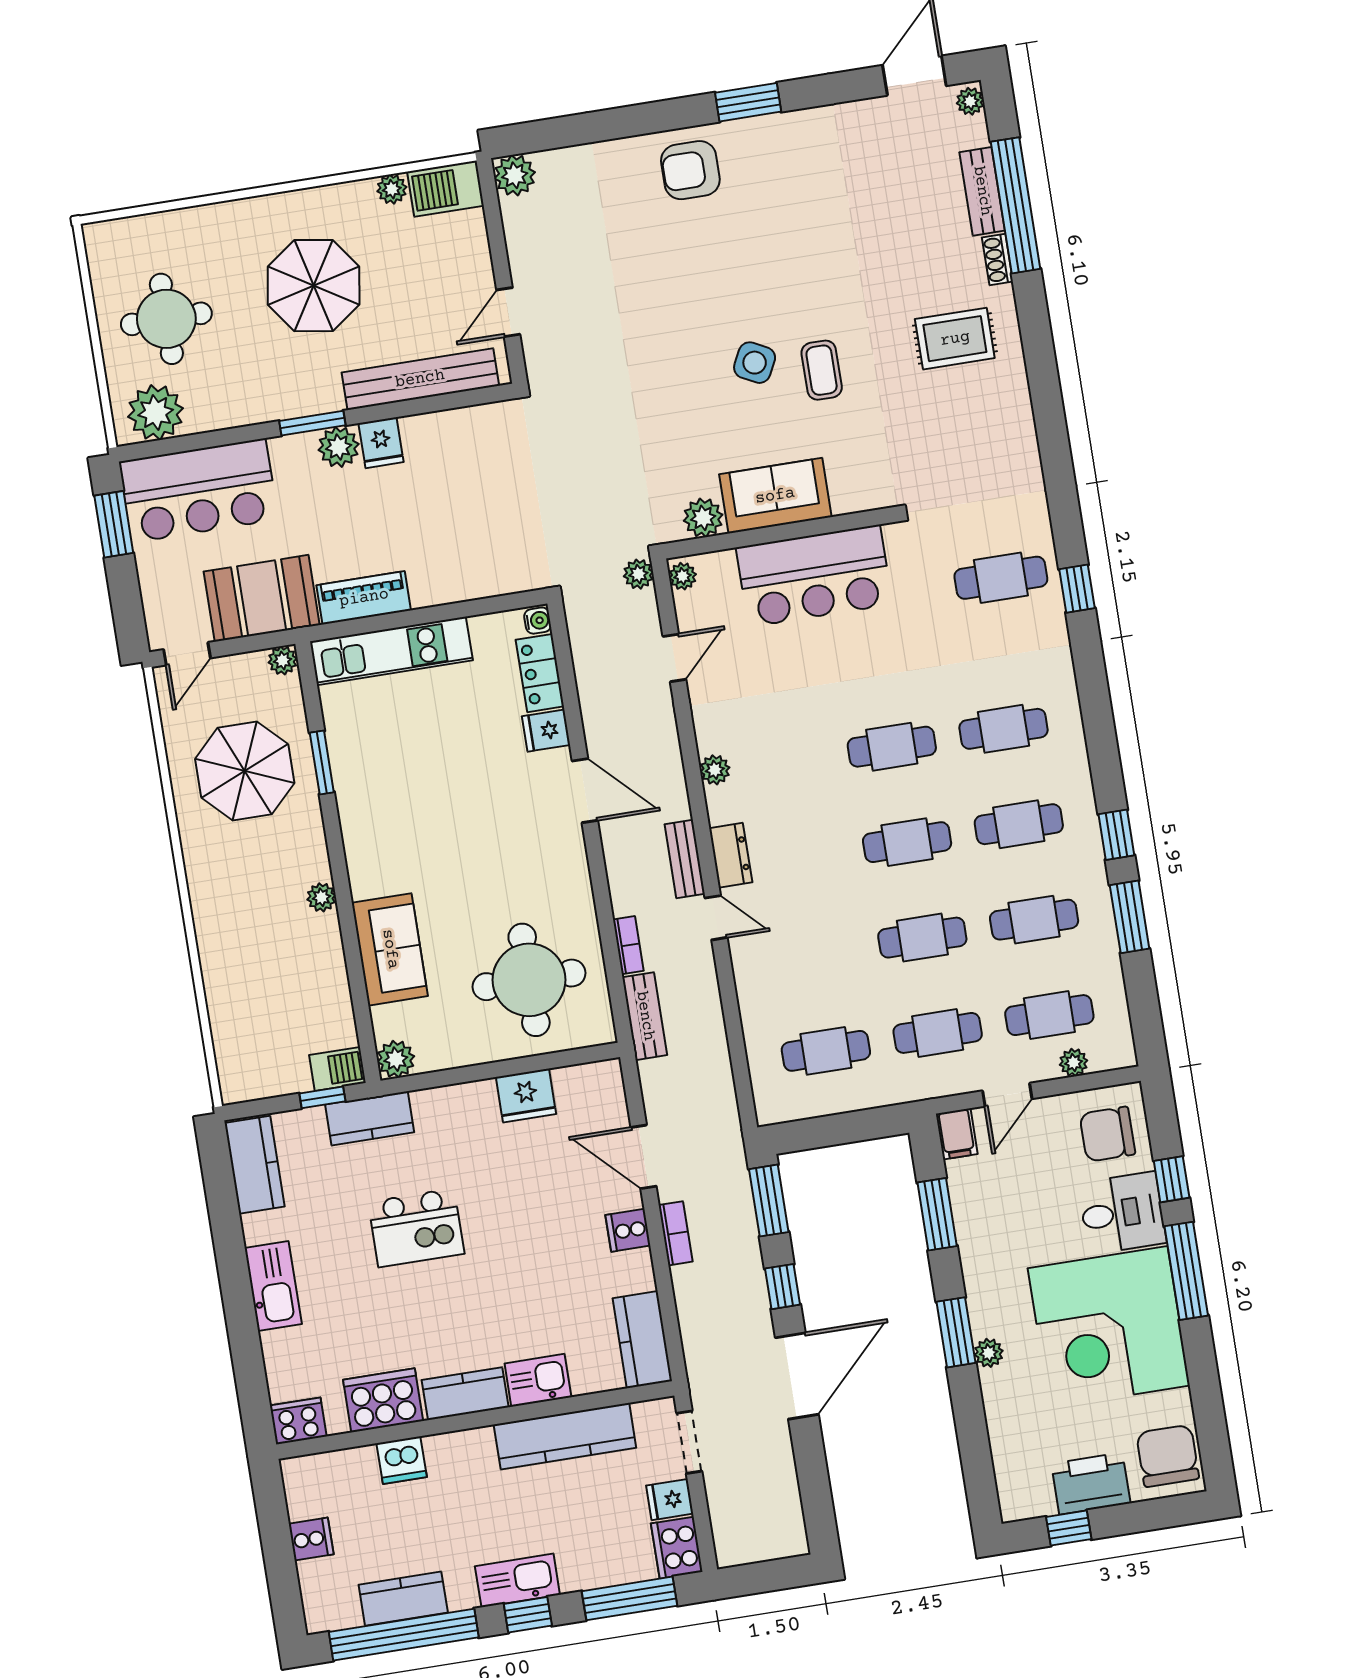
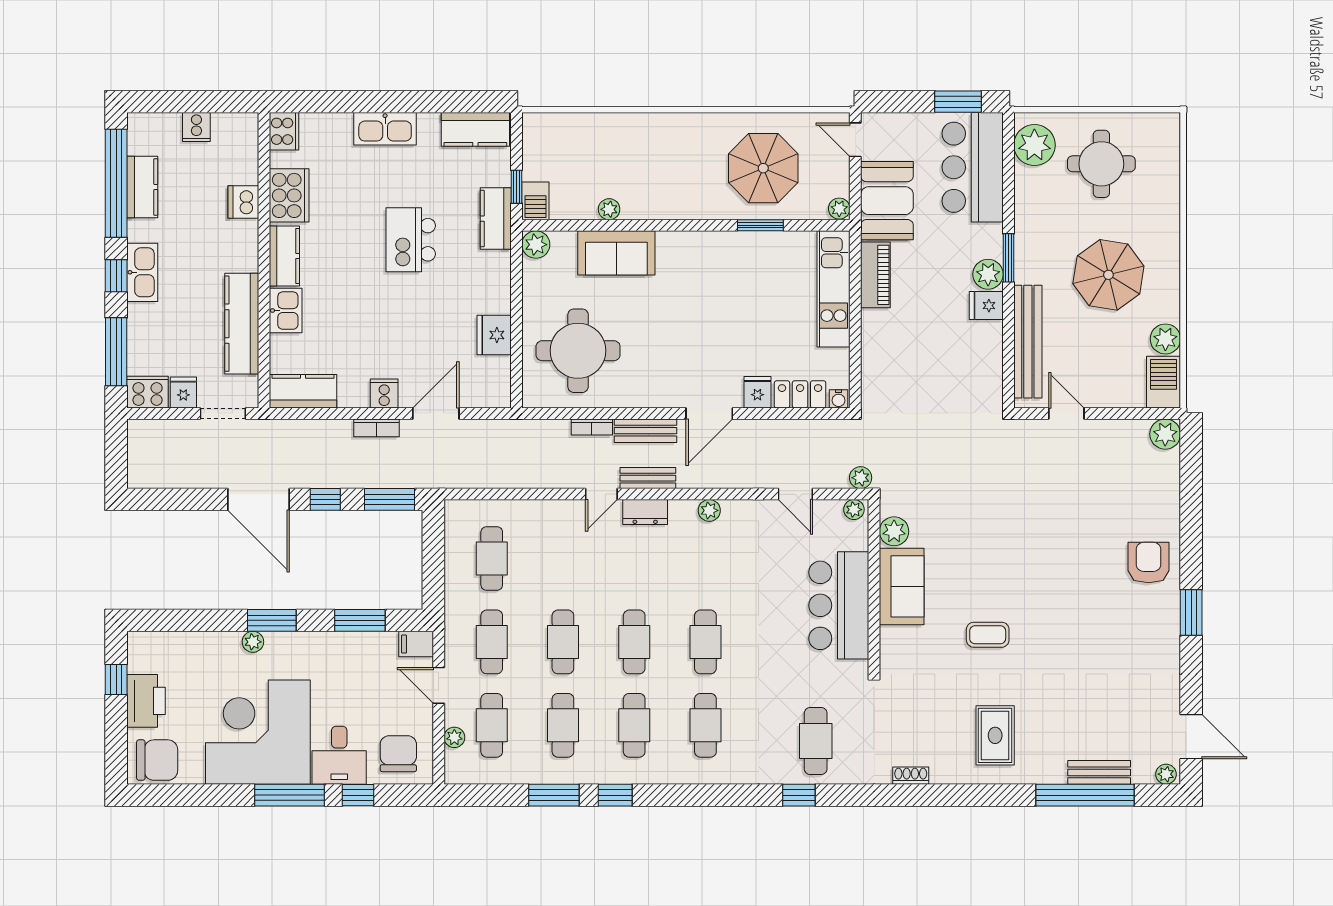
plant: (392, 189) -> (1165, 339), width x1.38, depth x1.38
shoe rack: (997, 259) -> (911, 776), moved
side table: (755, 363) -> (1001, 587), removed
plant: (321, 897) -> (609, 209), moved
bench: (645, 1016) -> (646, 431), moved

